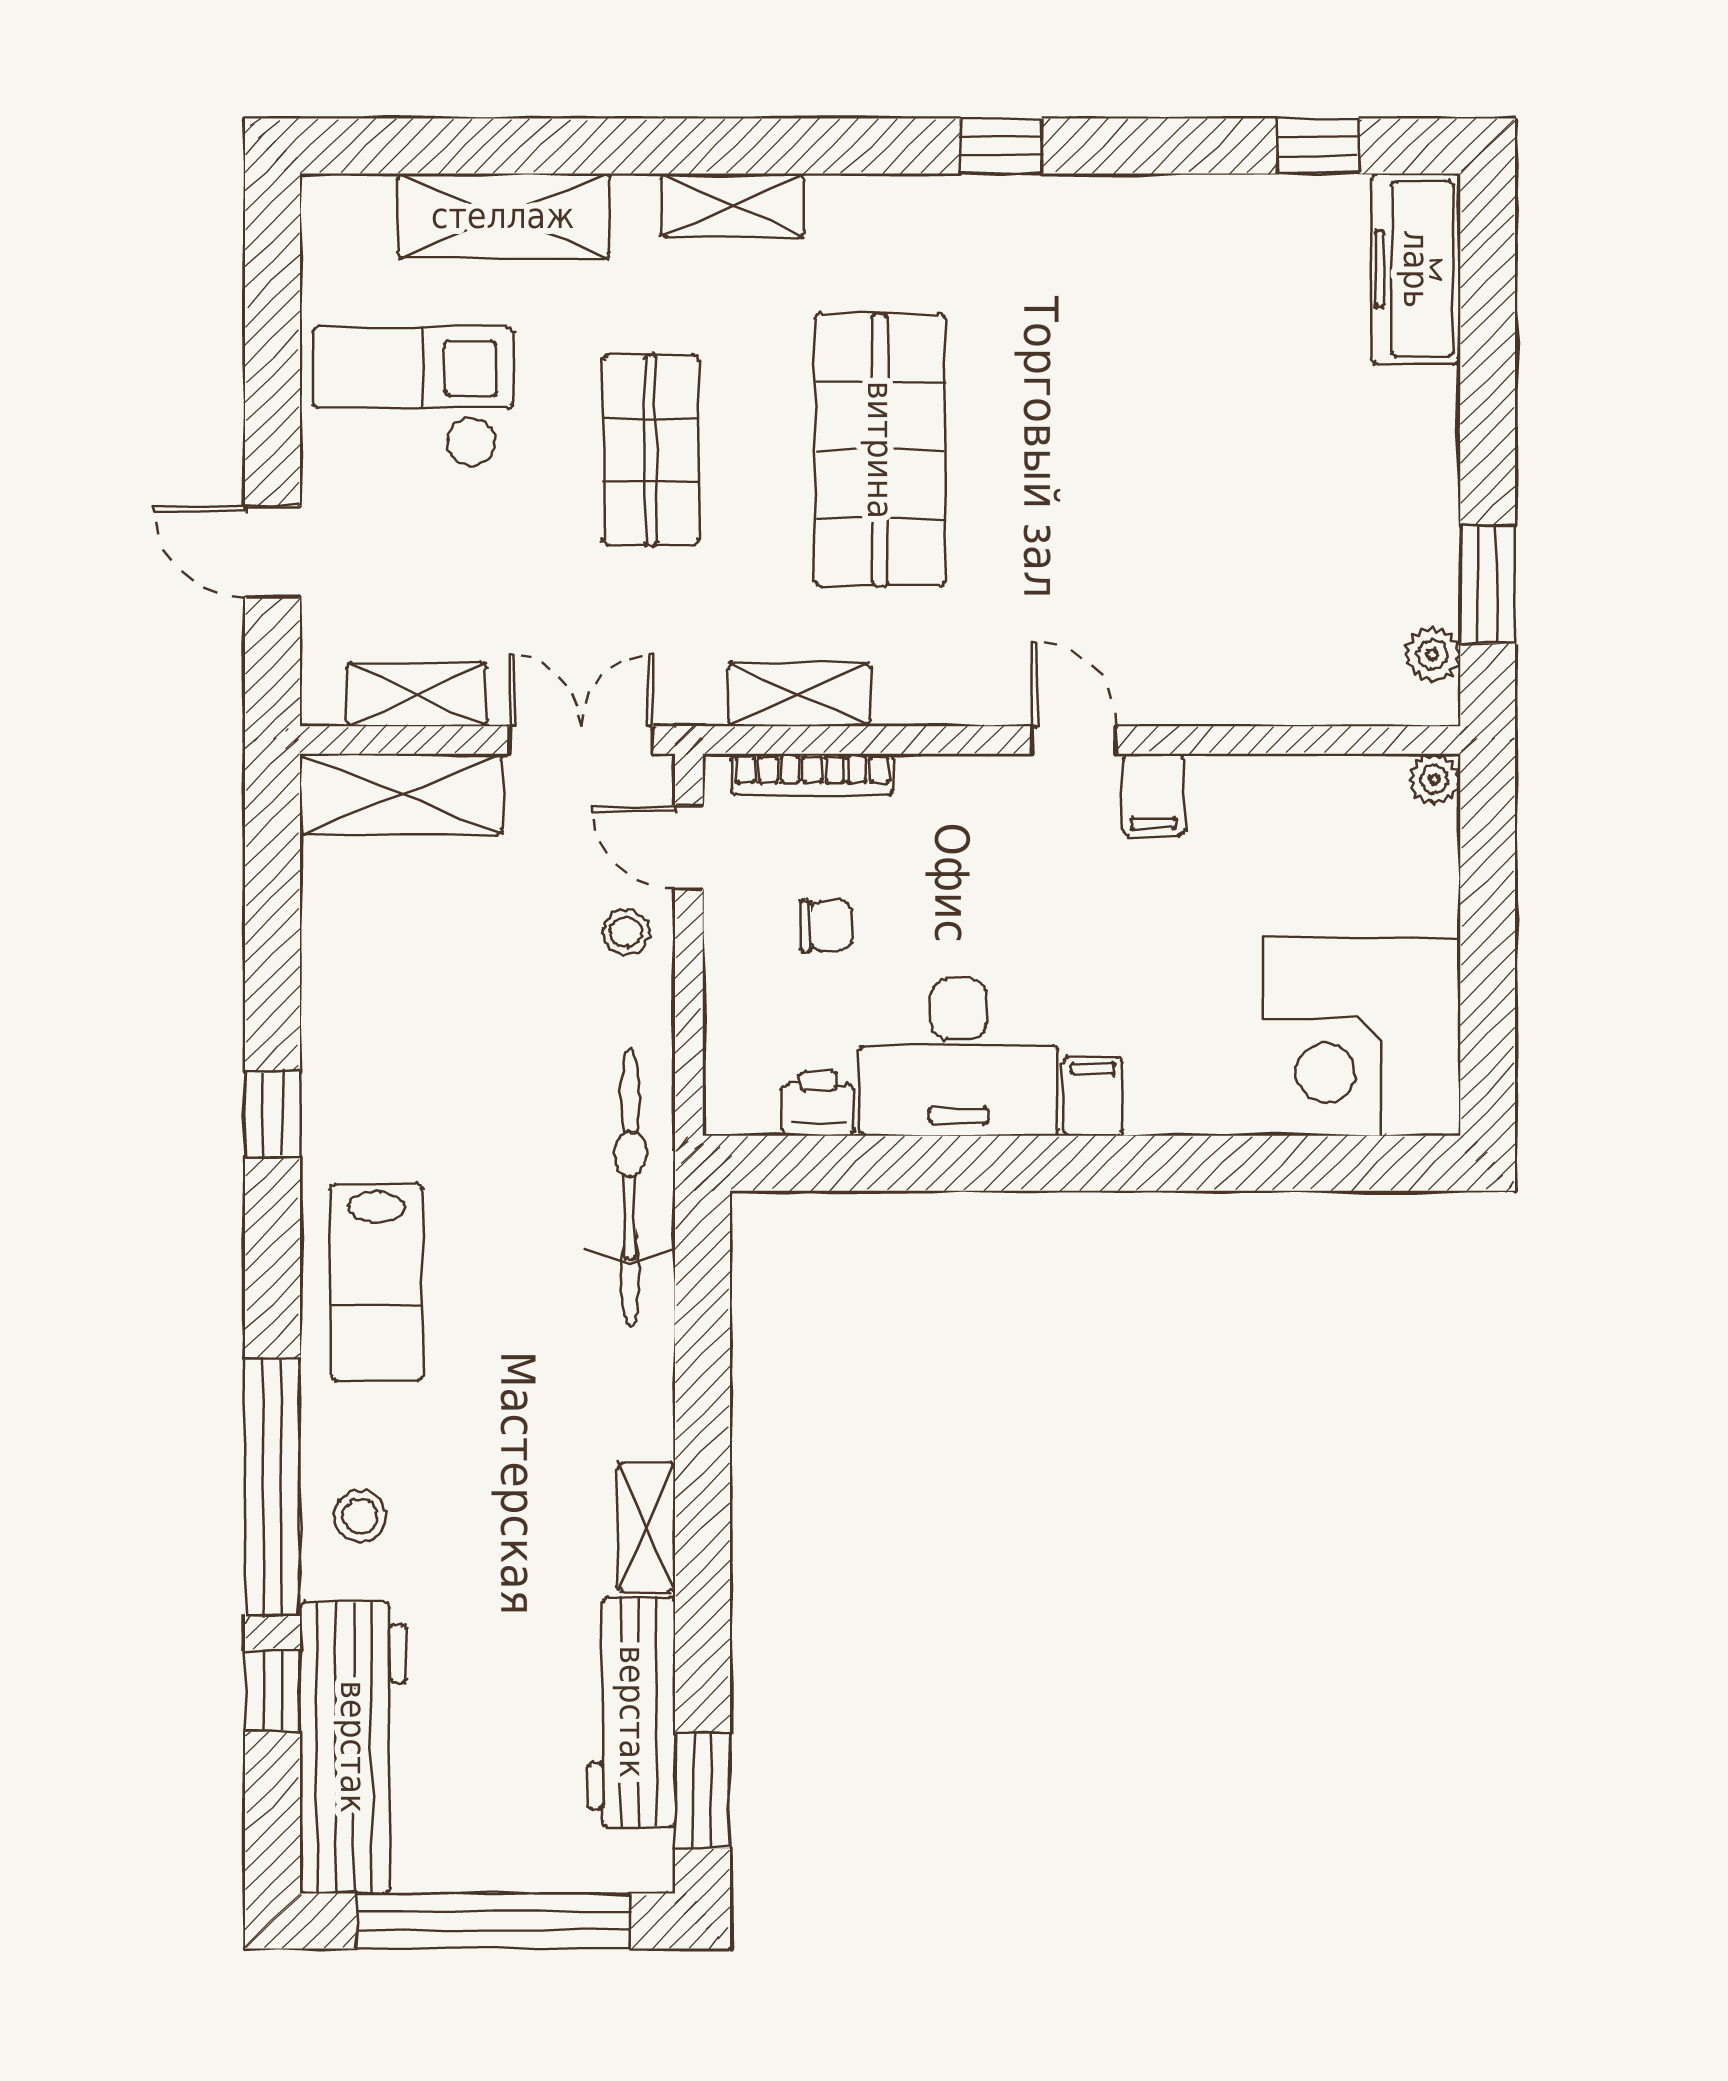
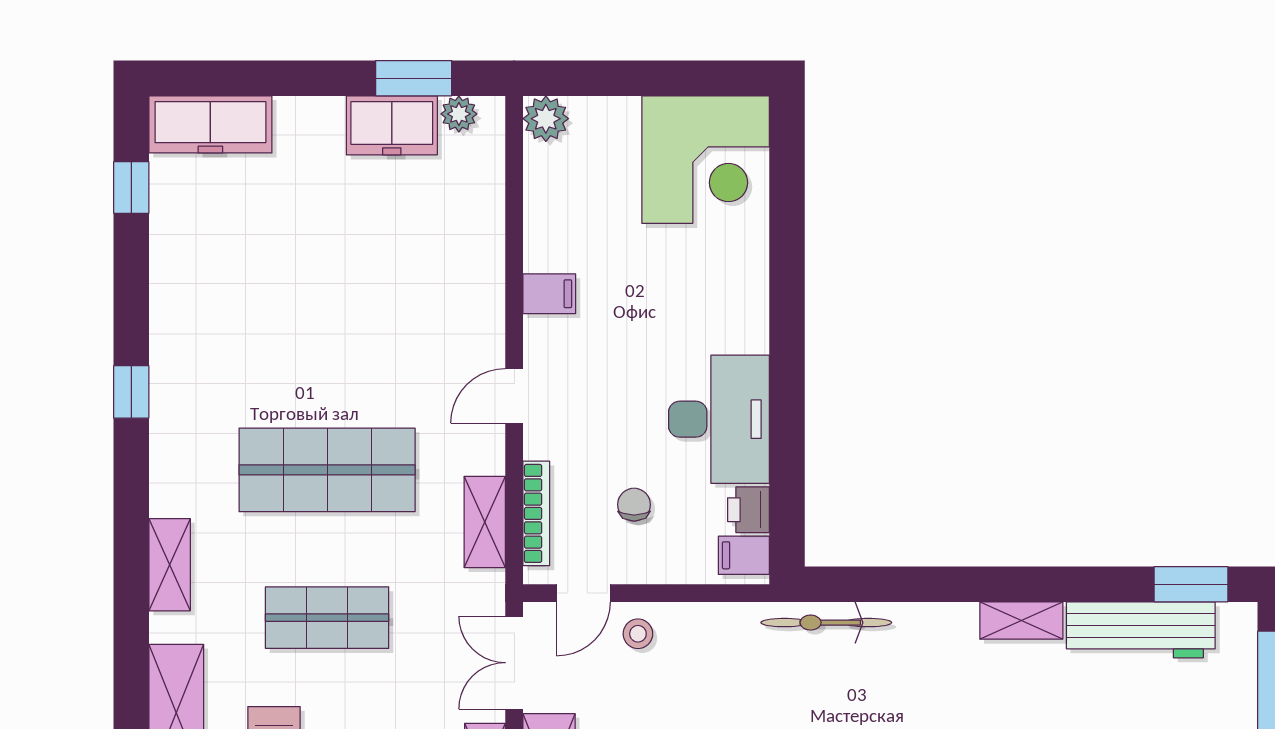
freezer: (1414, 550) -> (392, 125), added
door: (1074, 740) -> (514, 396), moved
plant: (1434, 779) -> (546, 119), width x1.38, depth x1.38
filing cabinet: (1093, 1096) -> (744, 555), moved
bicycle: (630, 1187) -> (826, 623), width x0.73, depth x0.71

